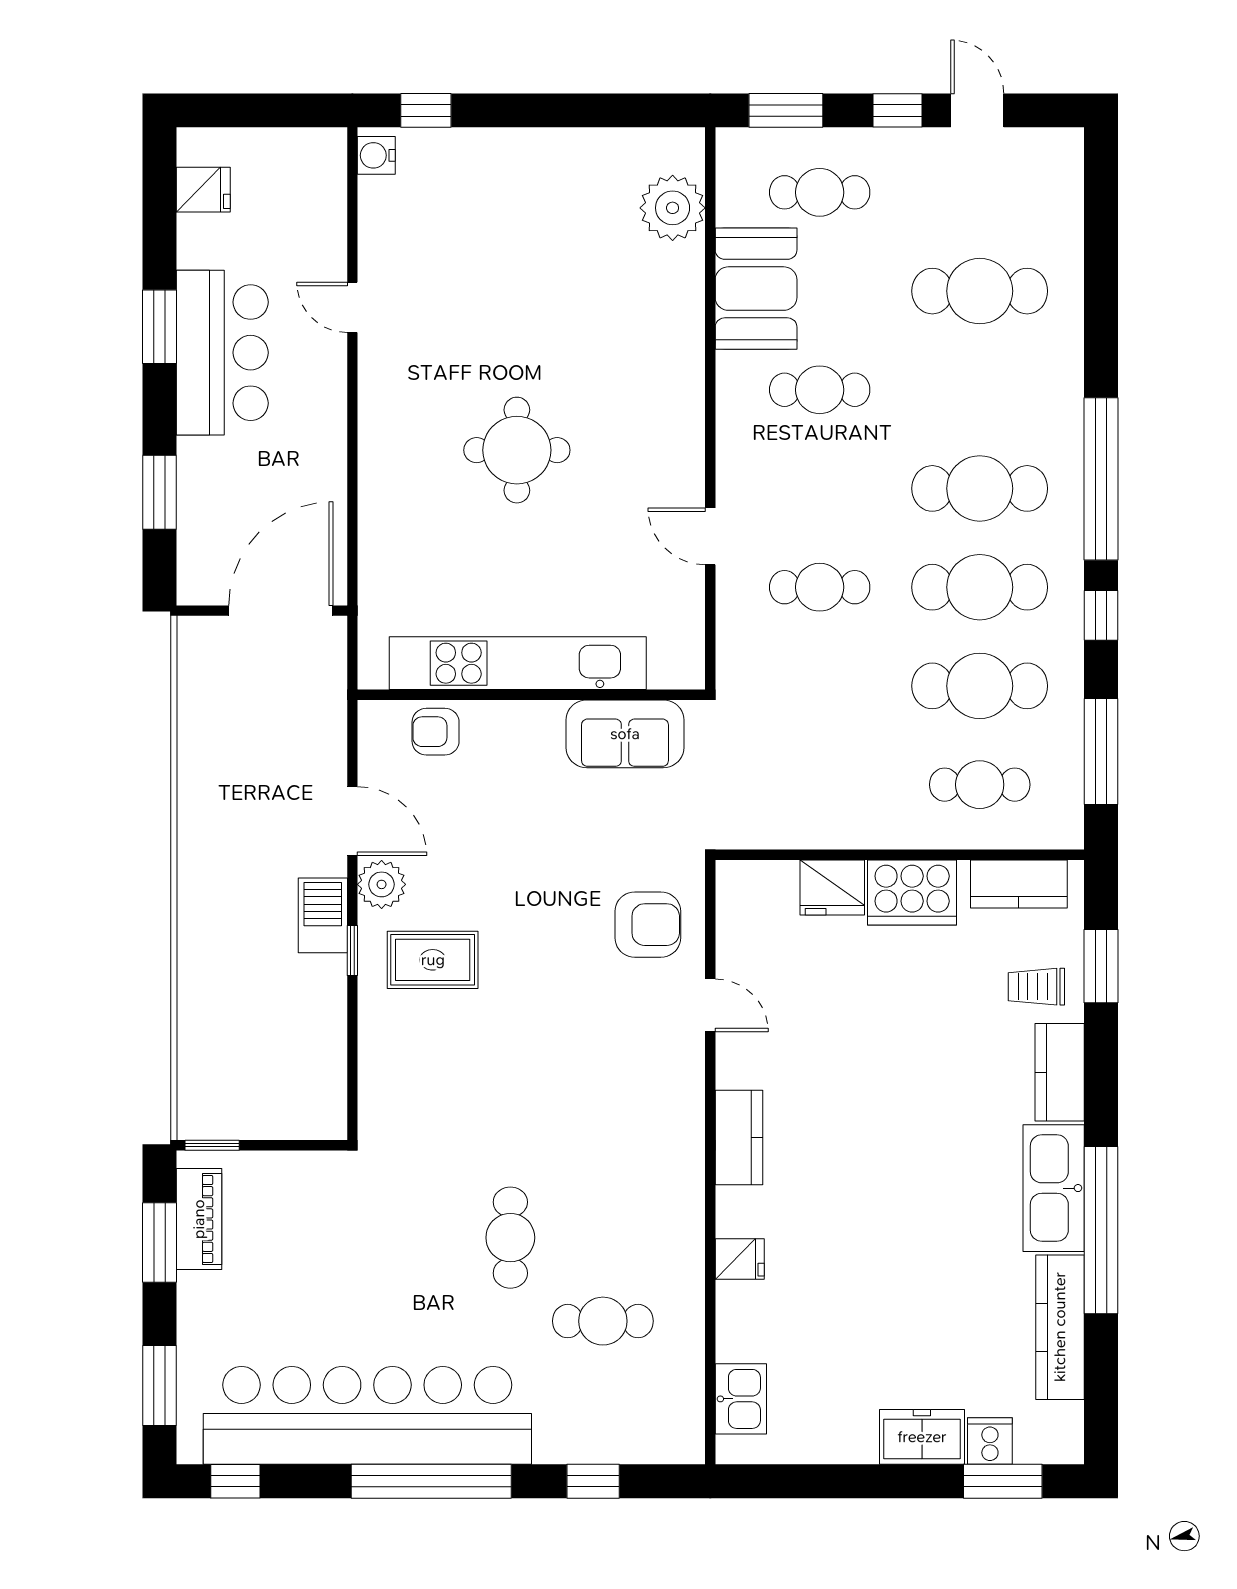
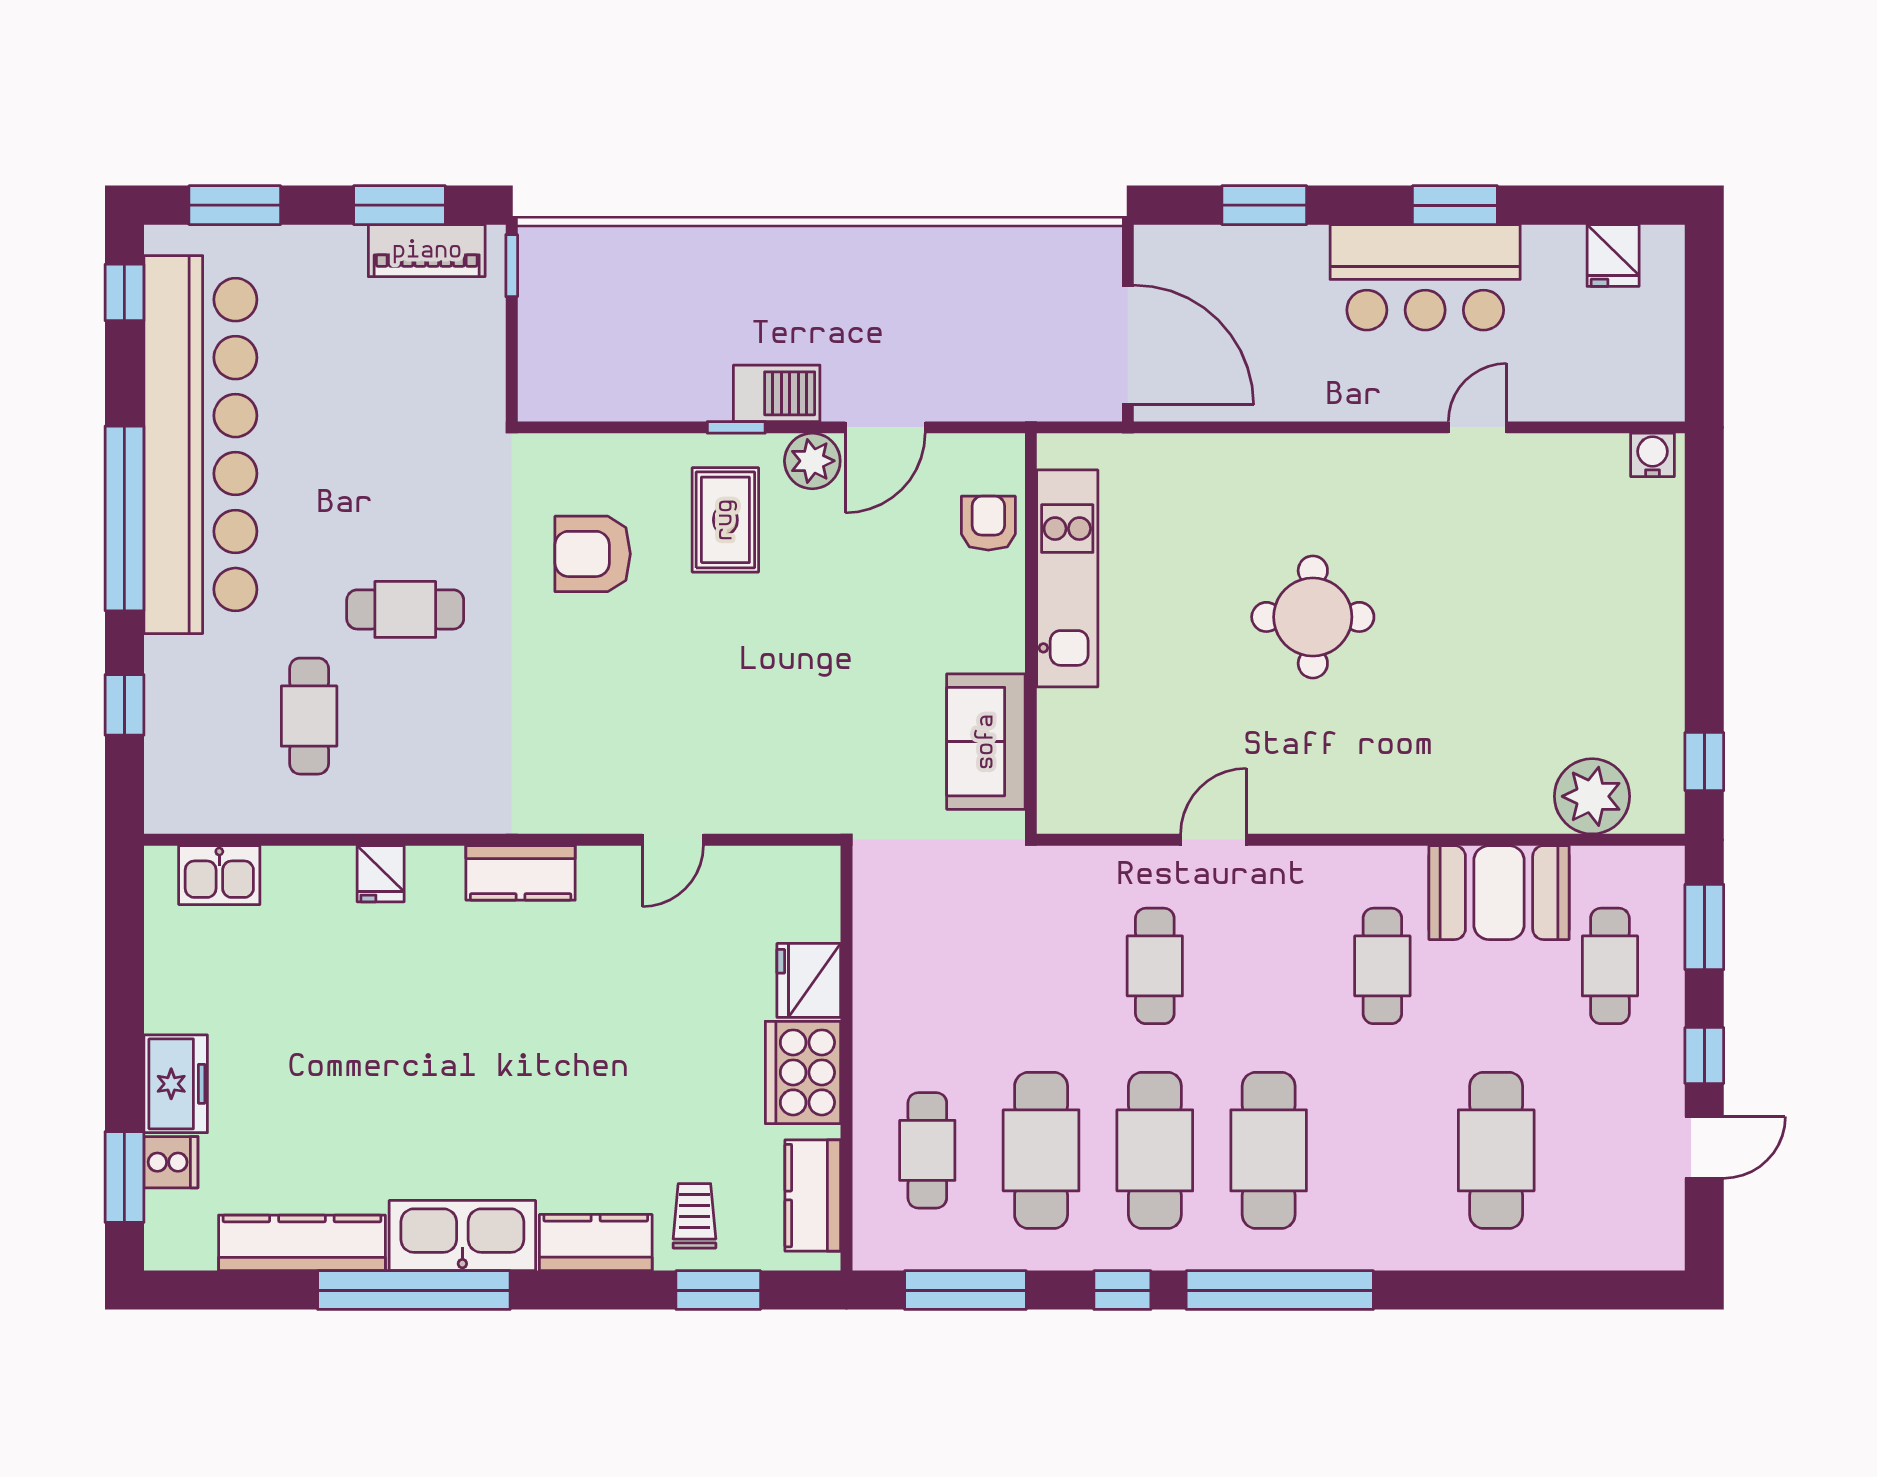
window: (426, 110) -> (1704, 762), moved
kitchen unit: (518, 663) -> (1067, 578), width x0.73
armchair: (648, 925) -> (593, 554), moved, turned 90

